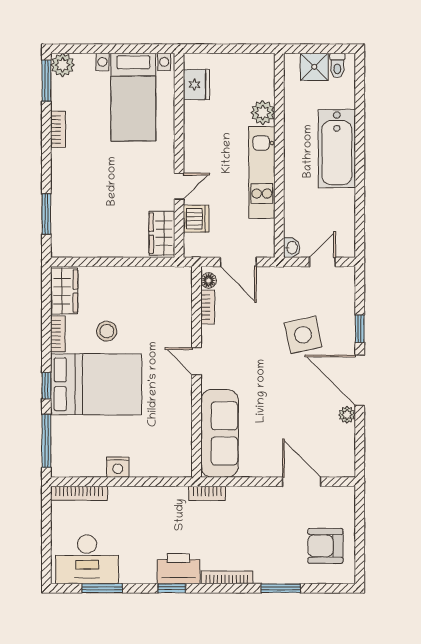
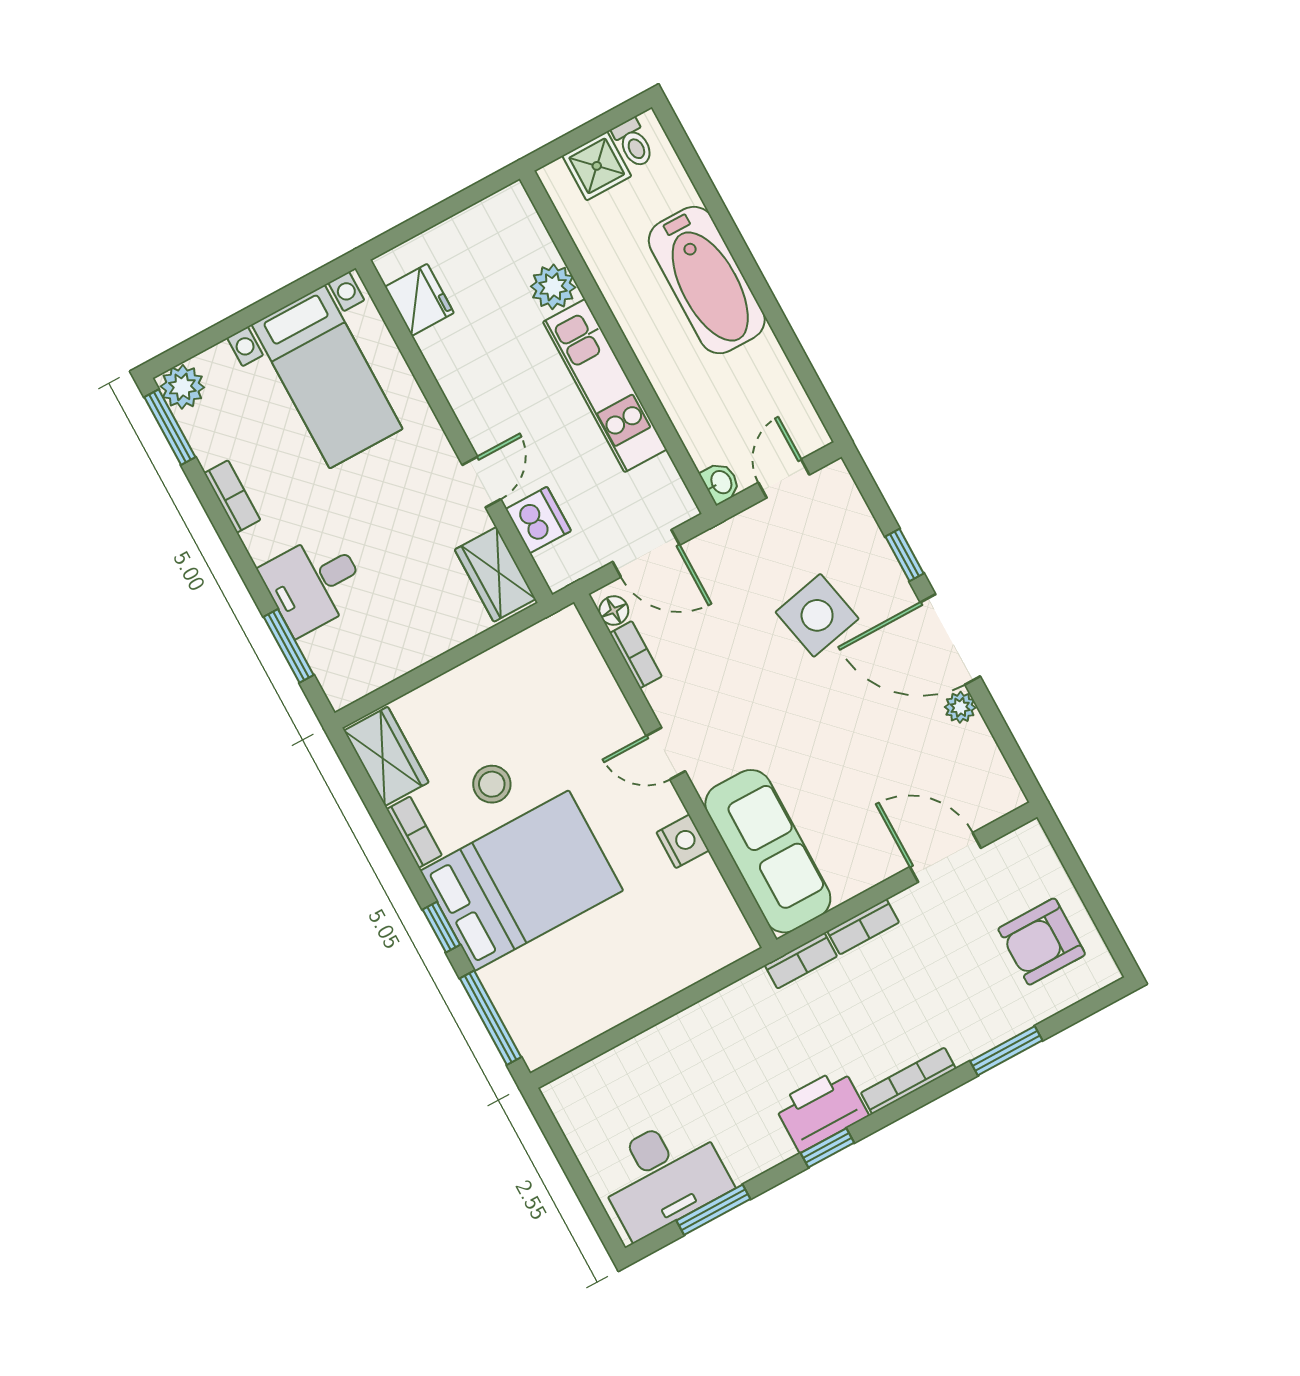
desk: (74, 191) -> (314, 583), added
nightstand: (118, 467) -> (683, 841), moved, turned -90
bookcase: (79, 493) -> (863, 927), moved, width x0.64

